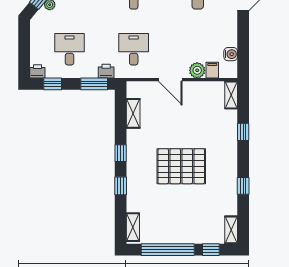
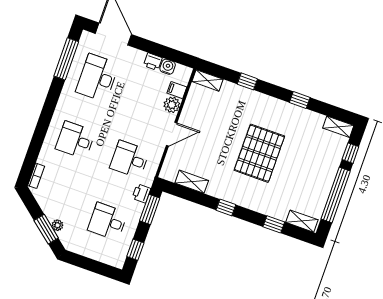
printer: (37, 71) -> (153, 62), moved, turned -90
window: (121, 186) -> (274, 224), moved

